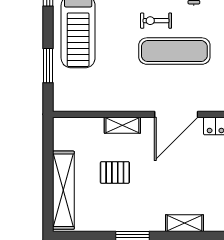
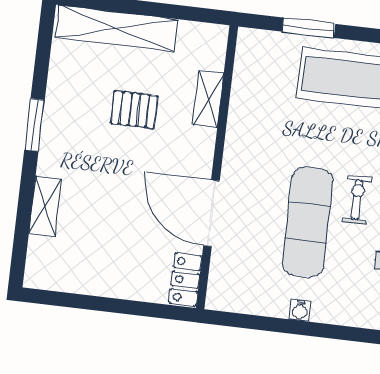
shelving: (122, 125) -> (208, 99), moved
pallet: (115, 172) -> (134, 110), turned 90

